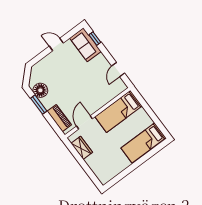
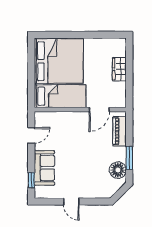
sofa: (85, 45) -> (44, 168), moved
bed: (143, 143) -> (59, 61), width x2.04
wardrobe: (82, 148) -> (119, 69), moved

